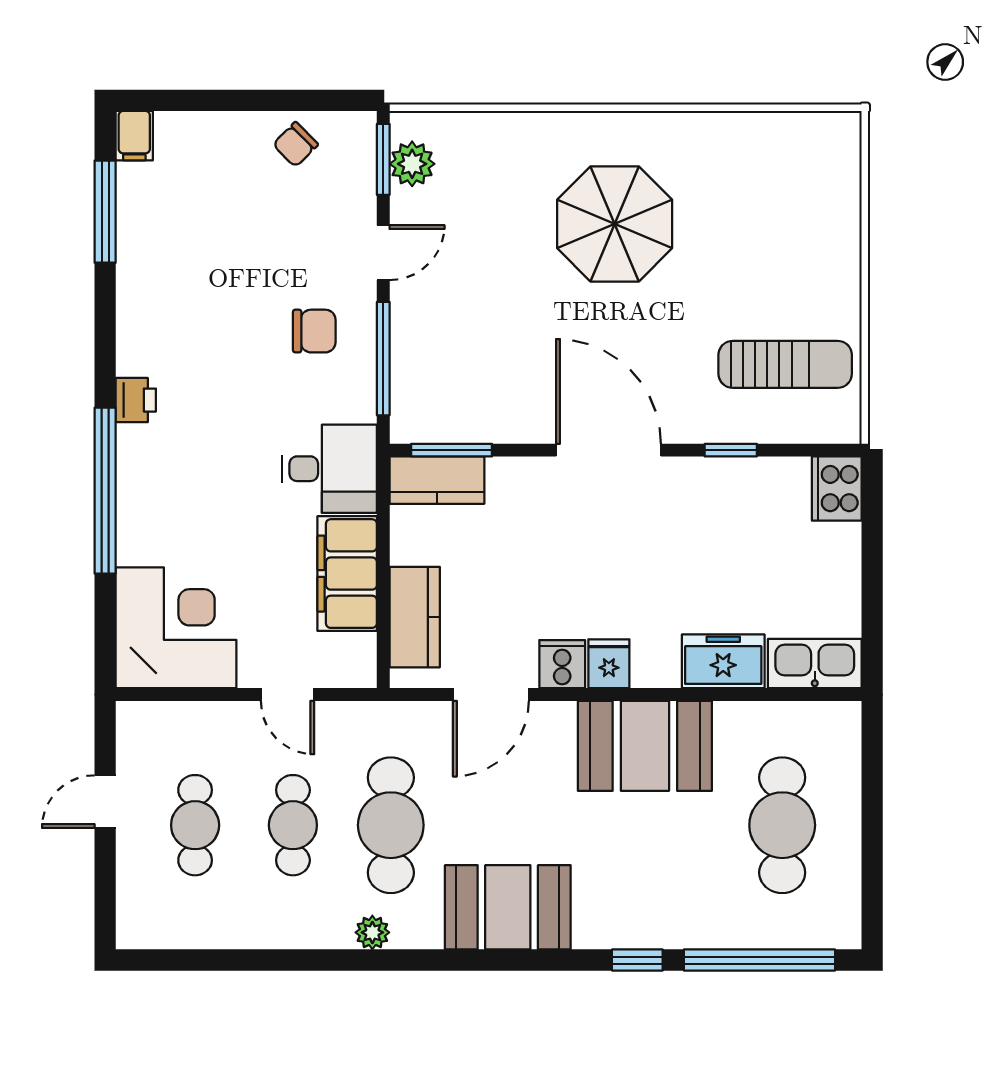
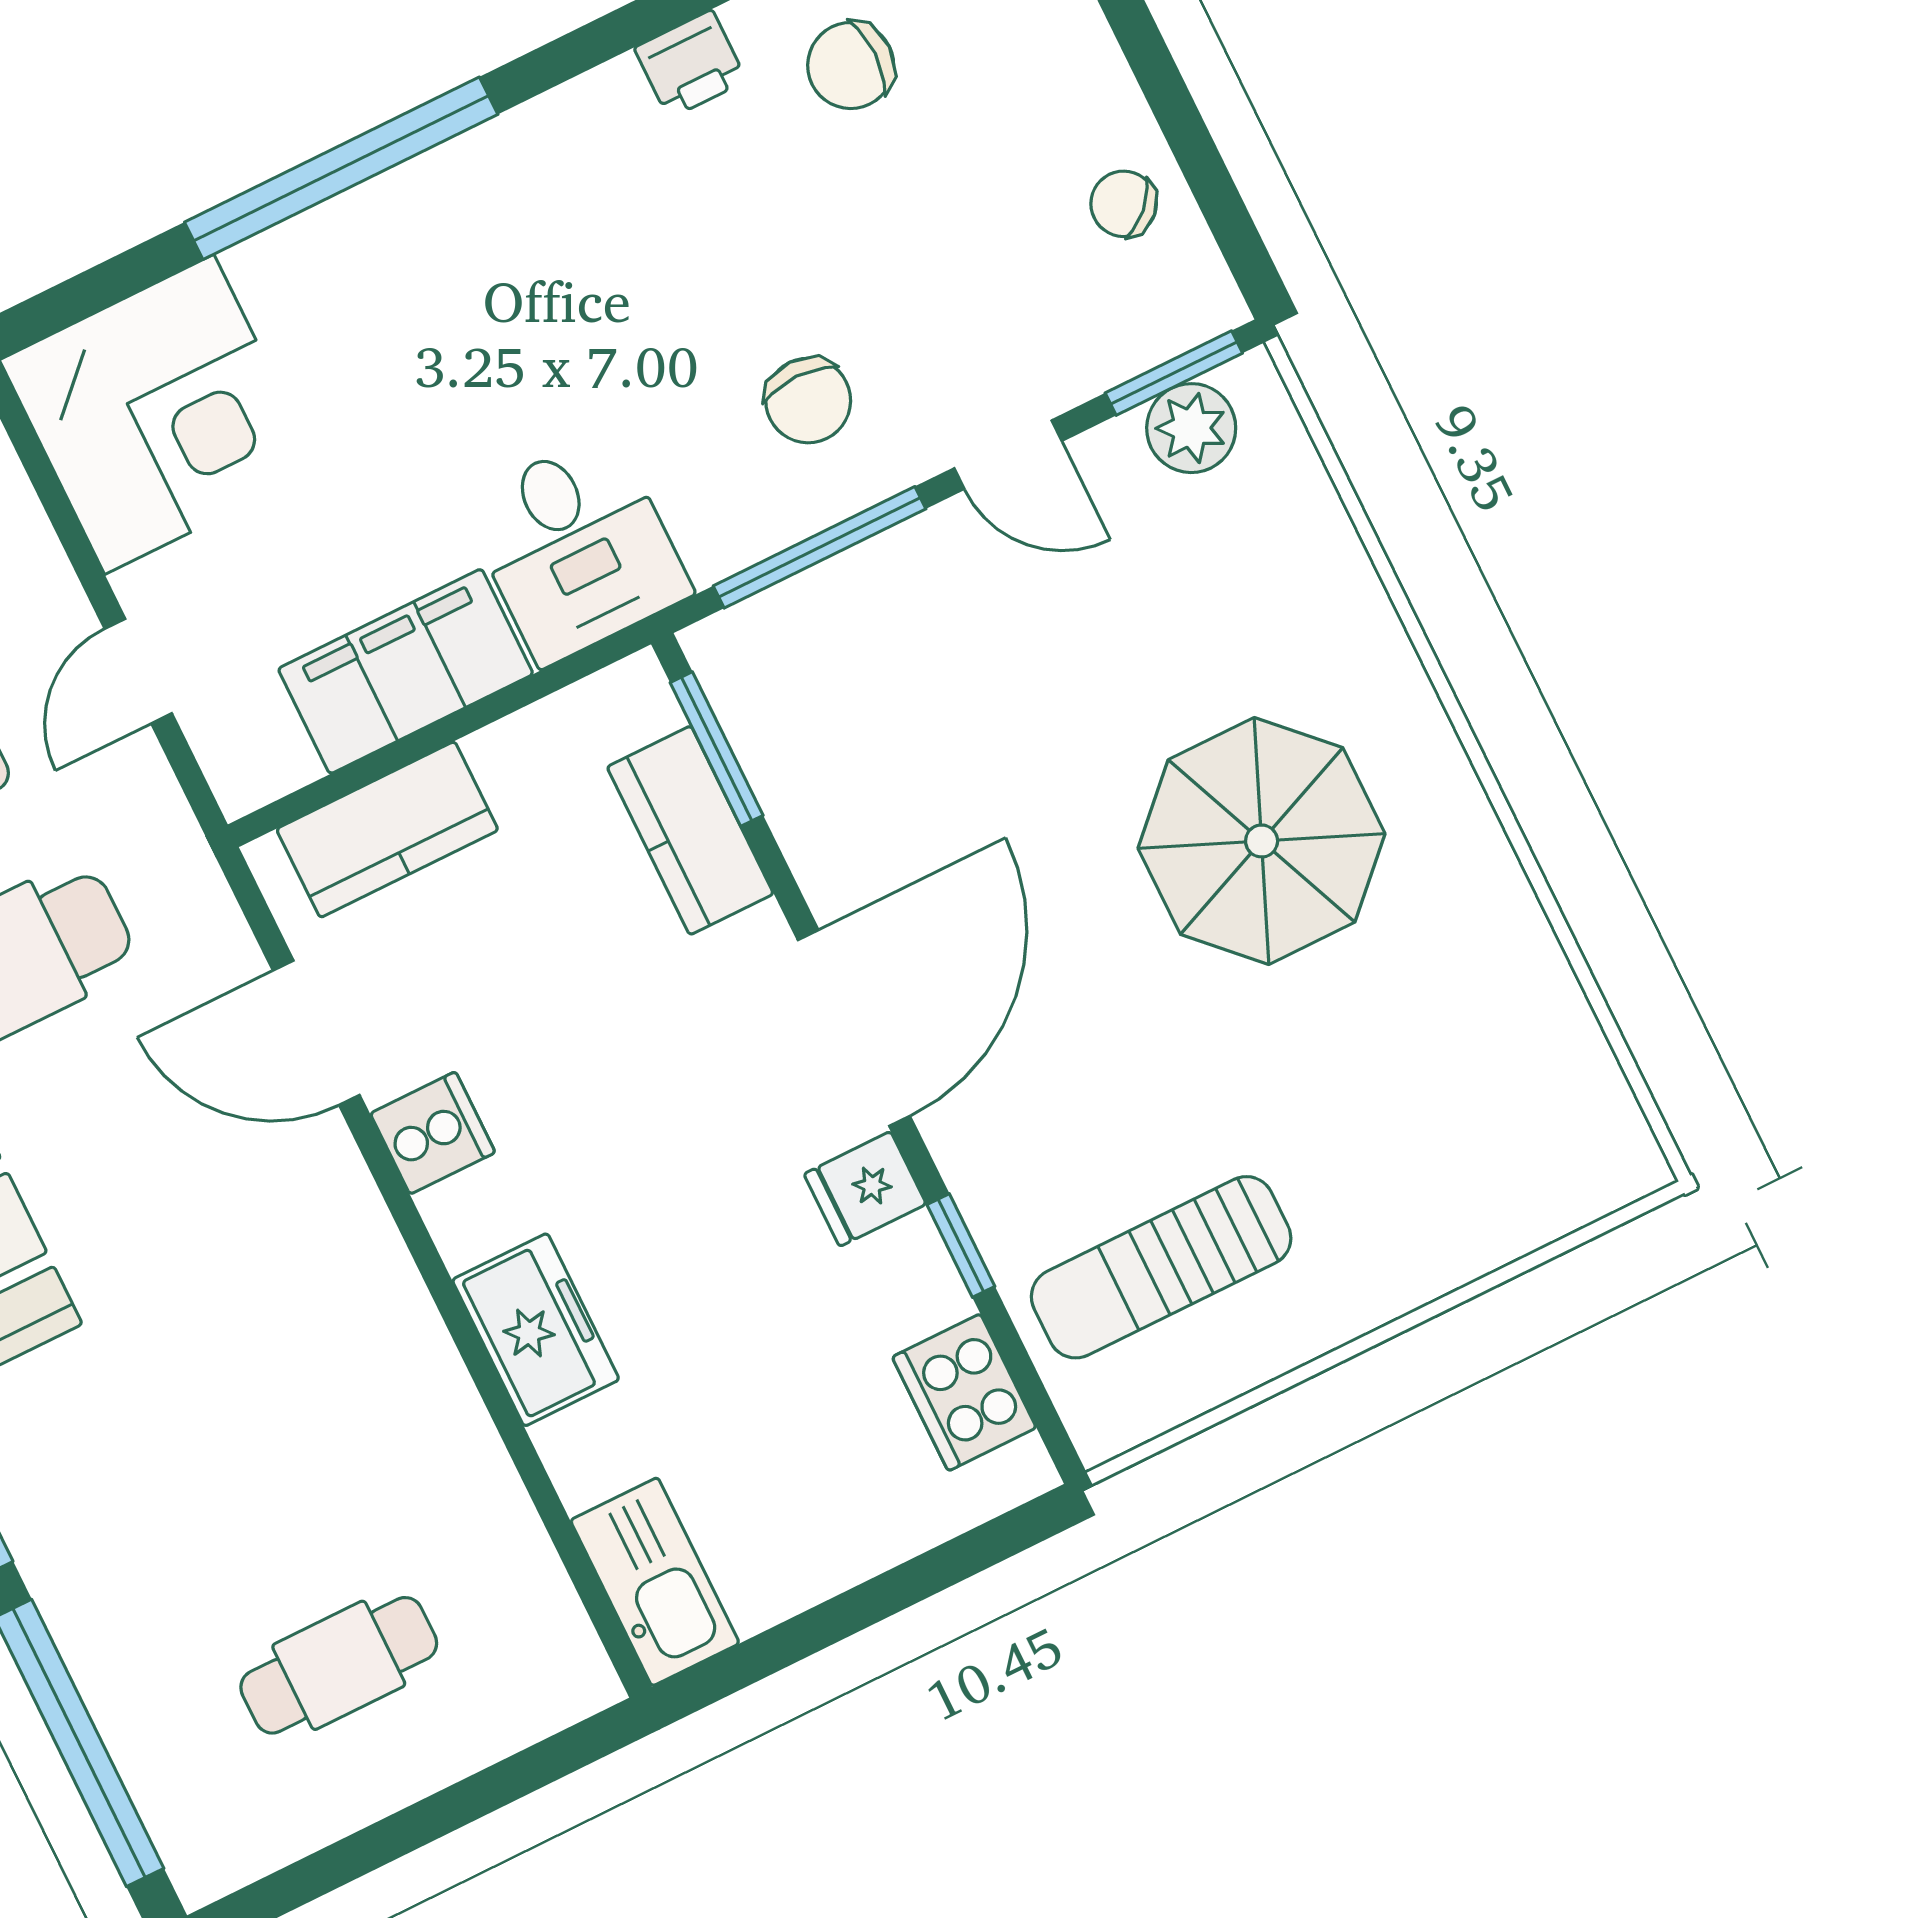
chair: (172, 237) -> (851, 66), added
sun lounger: (785, 364) -> (1161, 1267), turned 90
printer: (136, 400) -> (690, 64), moved
kitchen counter: (437, 480) -> (690, 830), moved
cooker: (837, 489) -> (964, 1392), moved, turned -90
freezer: (723, 661) -> (536, 1330), moved
fridge: (609, 664) -> (865, 1189), moved, turned 180
booth: (645, 746) -> (360, 1352), removed
cafe table: (782, 825) -> (339, 1665), width x0.73, depth x0.74

